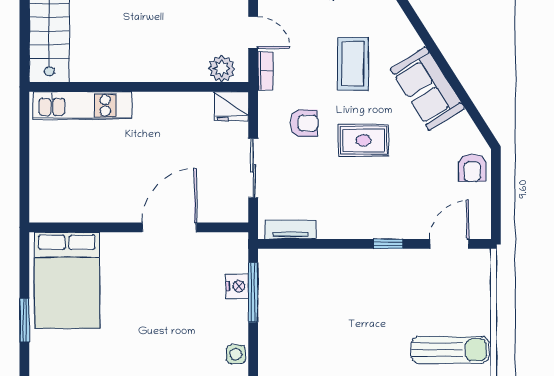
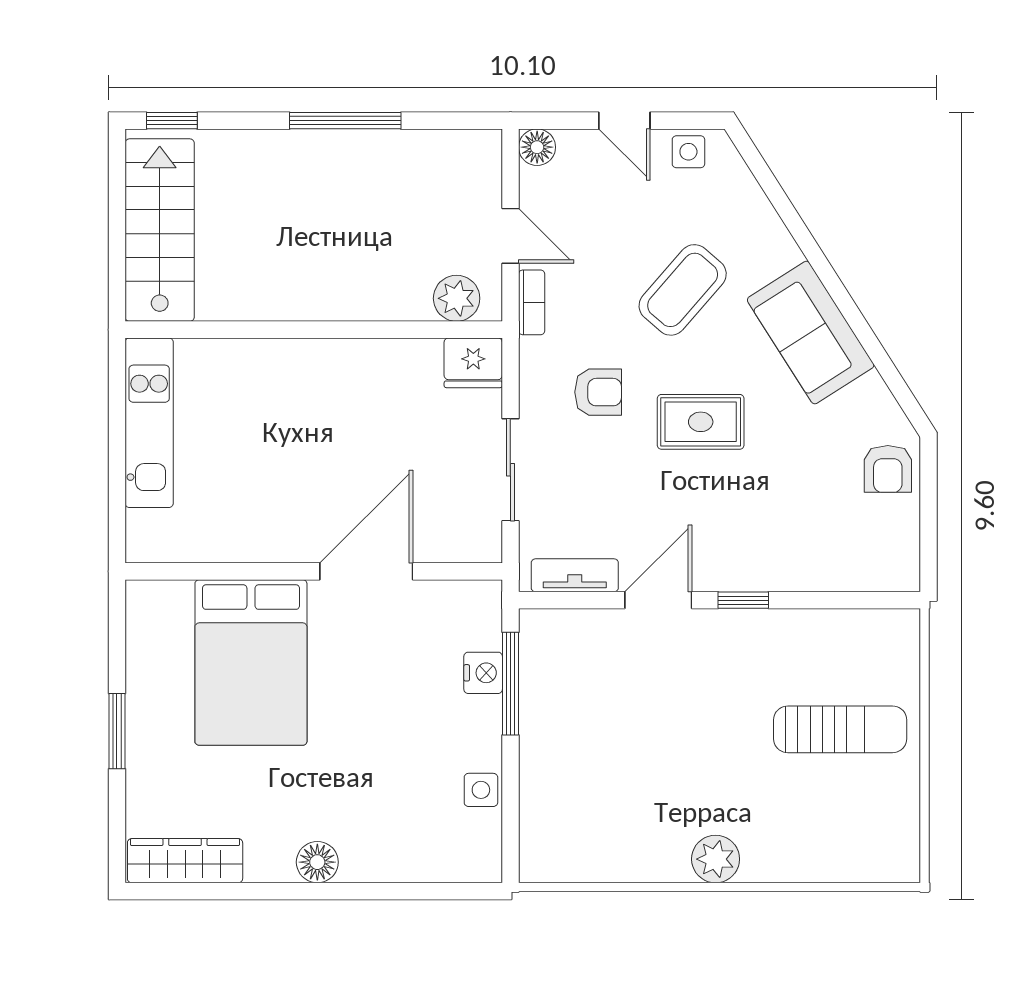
coffee table: (353, 64) -> (683, 290), turned 41
kitchen unit: (83, 105) -> (149, 423), moved, turned -90
door: (449, 244) -> (658, 600), moved
bed: (67, 280) -> (251, 663), moved
sun lounger: (450, 350) -> (840, 729), moved

